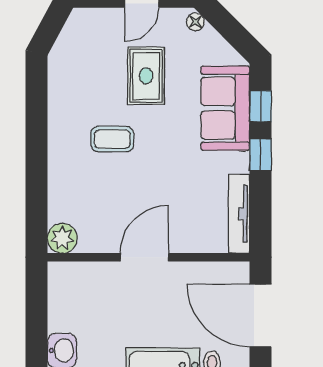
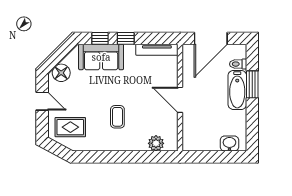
floor lamp: (195, 22) -> (61, 73), width x1.89, depth x1.89
rug: (146, 76) -> (70, 127), moved
plant: (62, 238) -> (156, 143), moved

